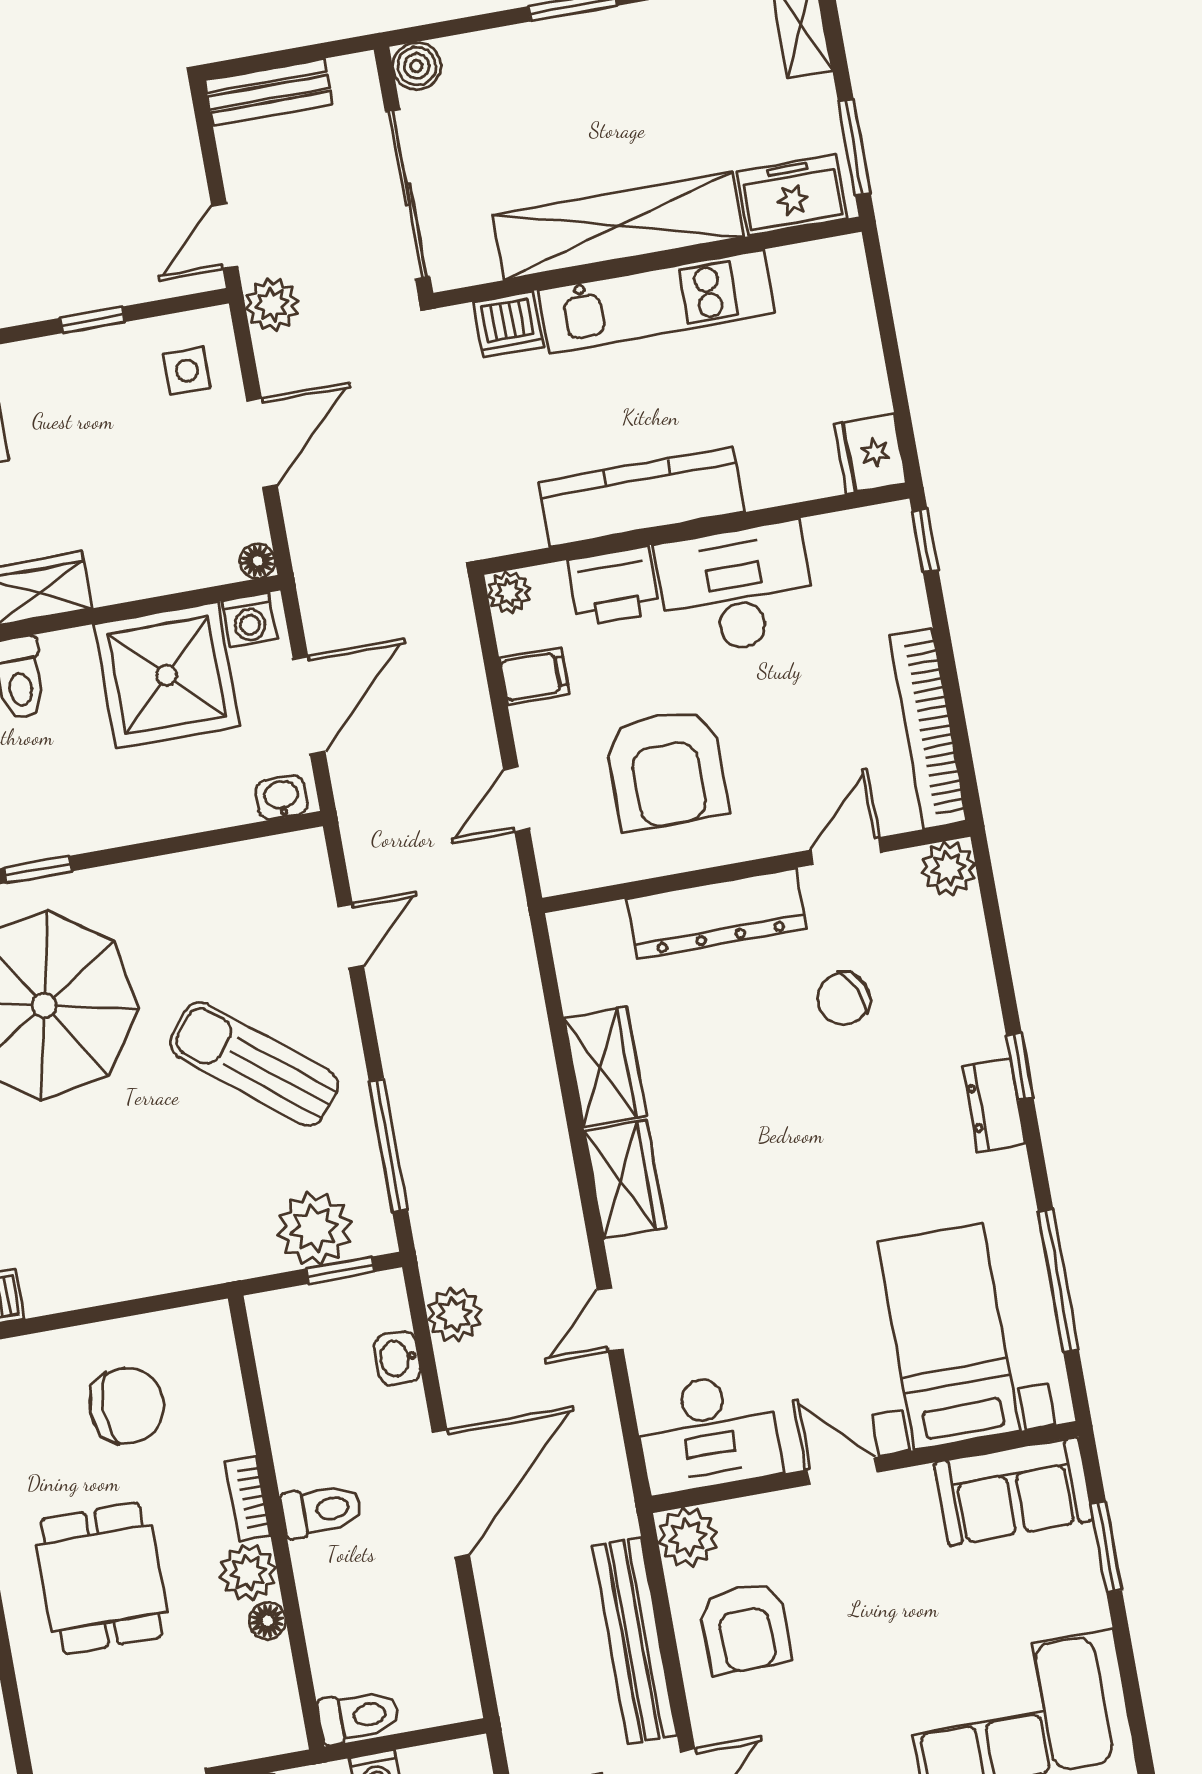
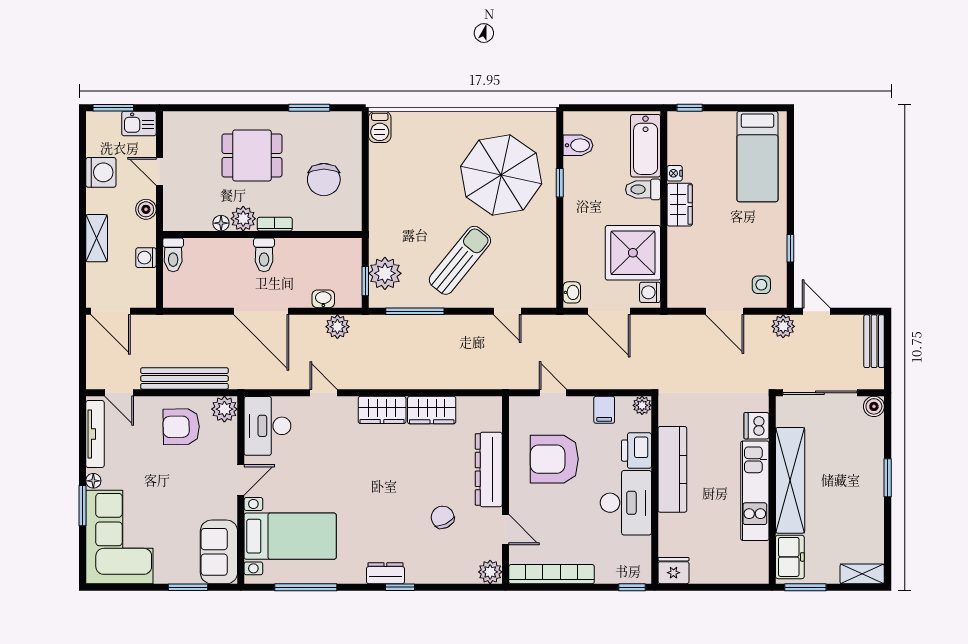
floor lamp: (257, 561) -> (675, 300), removed

